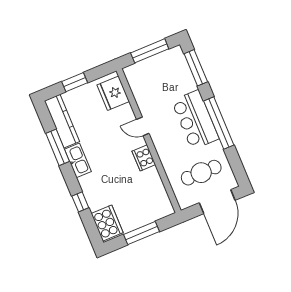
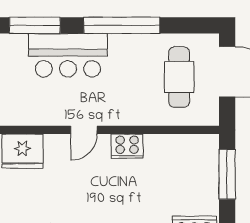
bar counter: (195, 120) -> (68, 55), moved
window: (142, 233) -> (227, 174), moved

